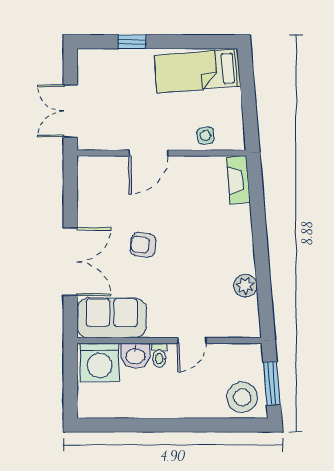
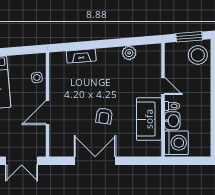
door: (148, 153) -> (48, 113), swing flipped
fireplace: (238, 180) -> (81, 56), moved
double door: (70, 262) -> (95, 161), moved
sofa: (112, 318) -> (149, 119), moved

